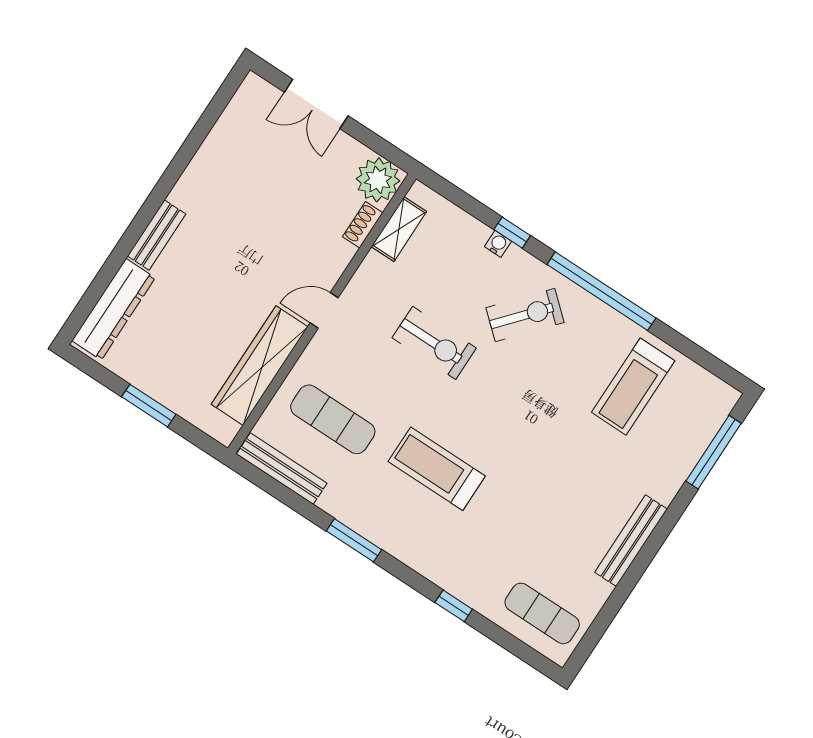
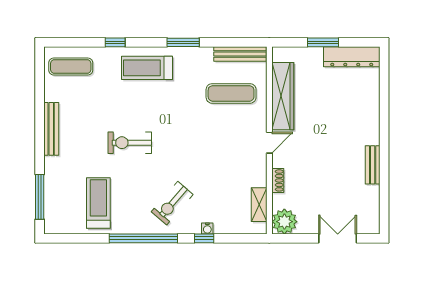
shoe rack: (363, 225) -> (278, 180), moved
bench: (157, 235) -> (373, 165), moved
dresser: (114, 309) -> (352, 57), moved, turned -90
exercise bike: (434, 343) -> (130, 143), moved
treadmill: (437, 469) -> (147, 68), moved, turned 180

